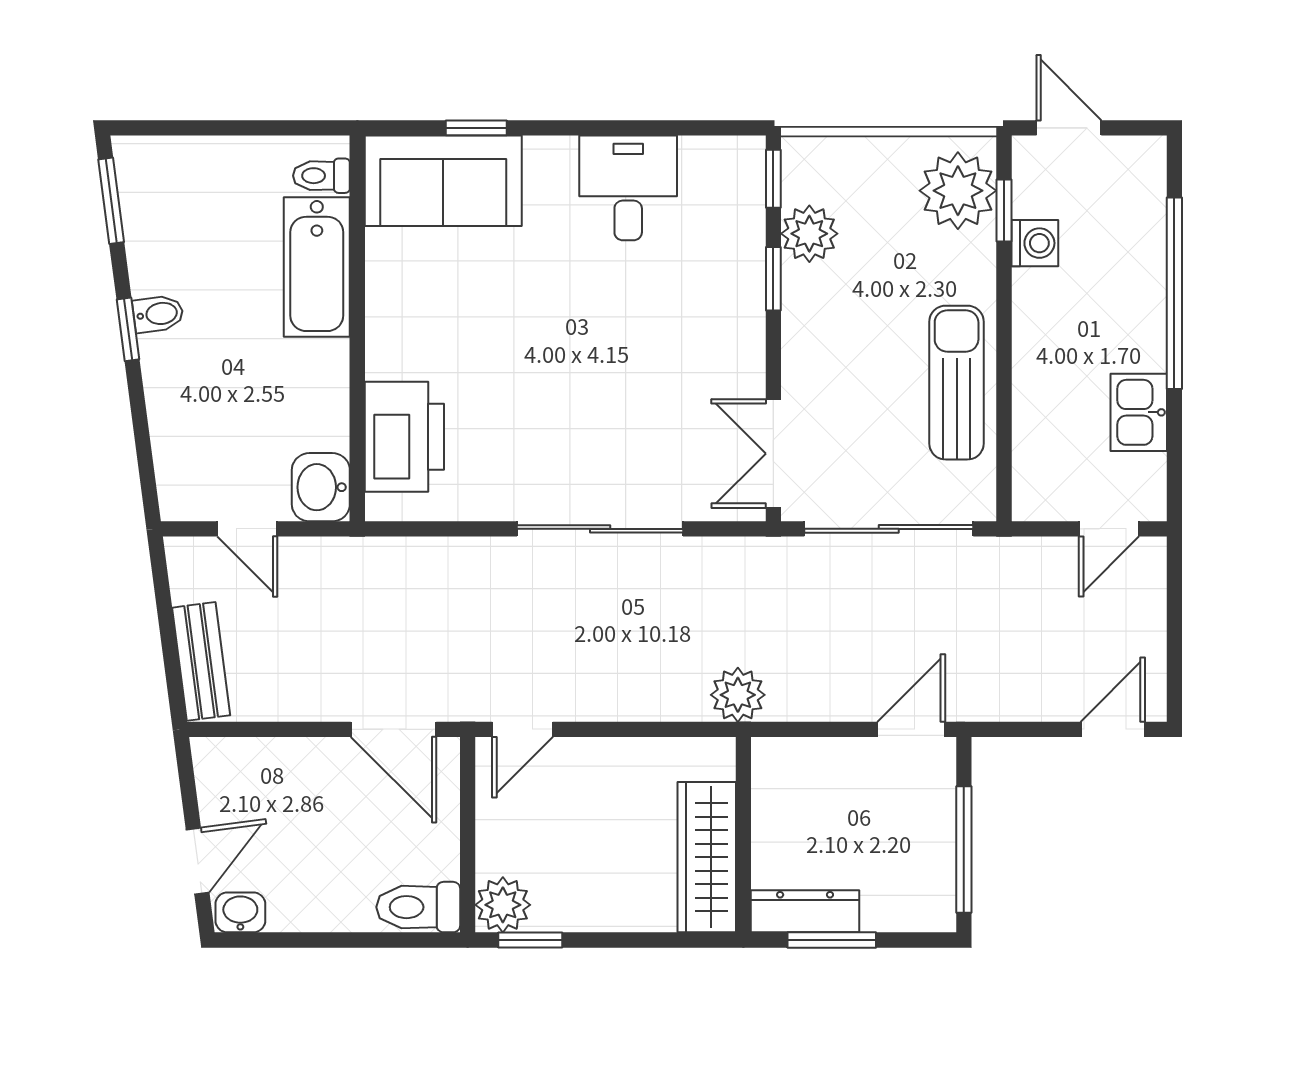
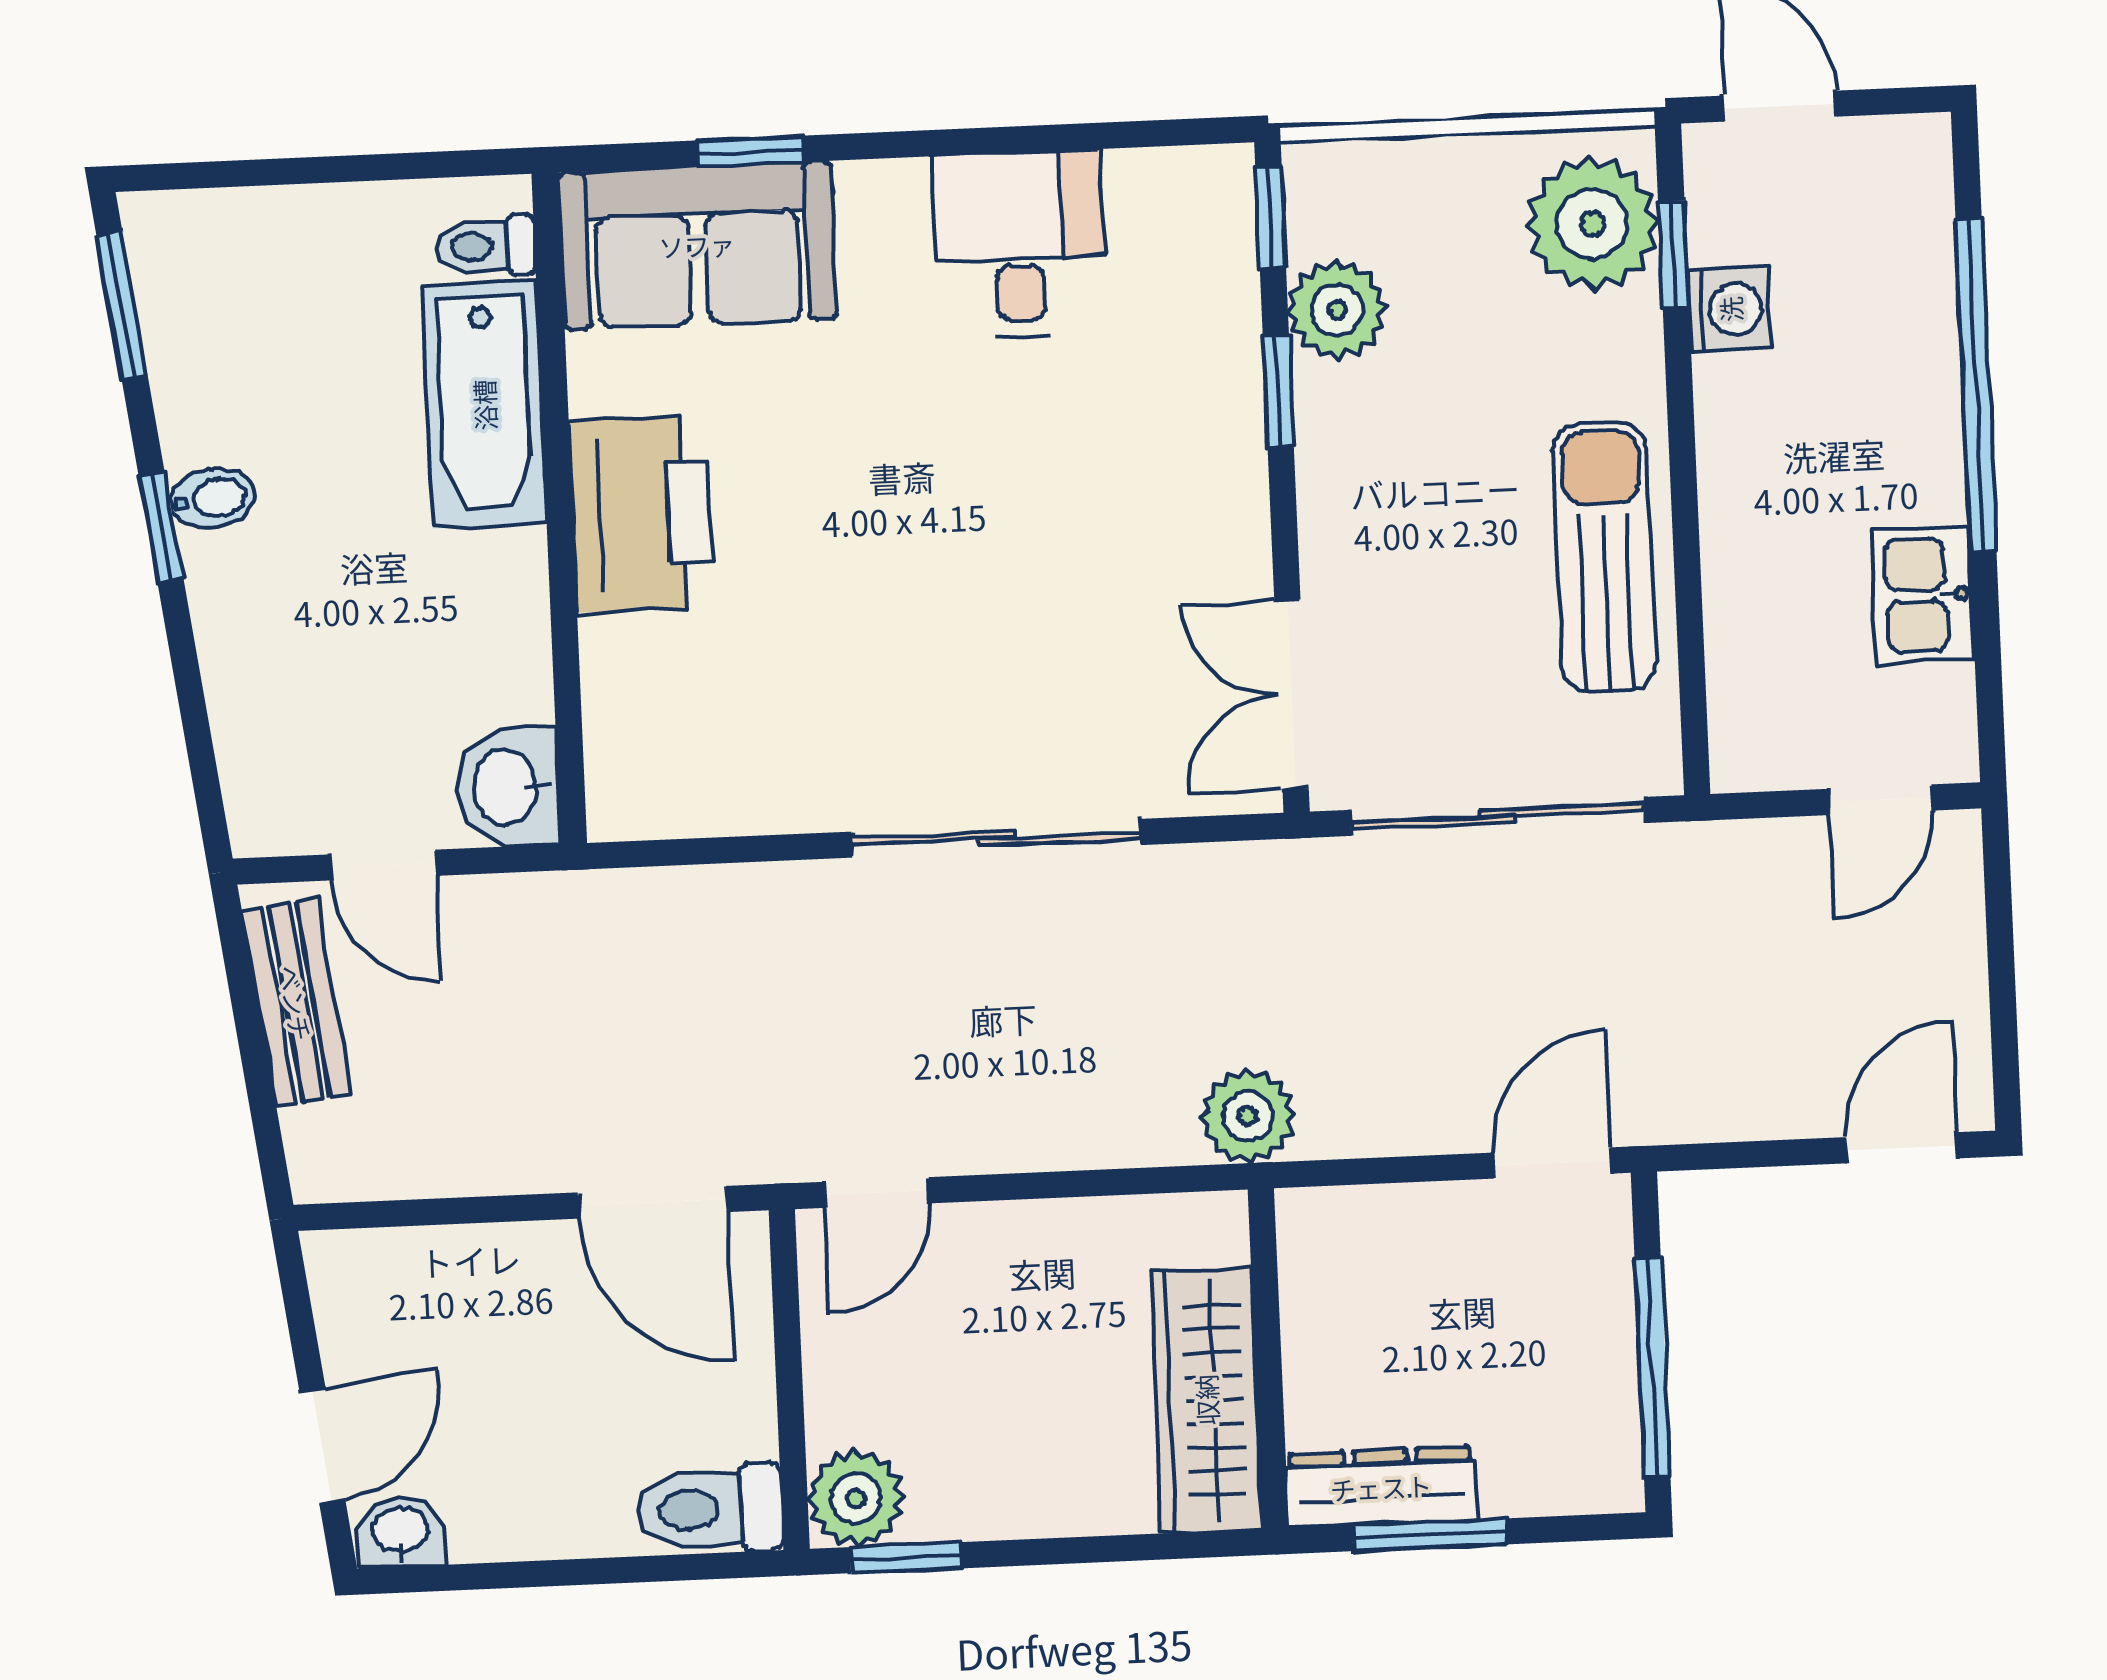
printer: (404, 437) -> (641, 514), moved
bench: (201, 661) -> (296, 1003), moved

